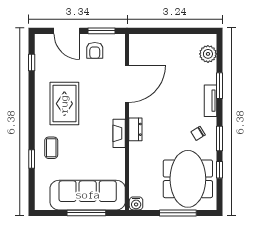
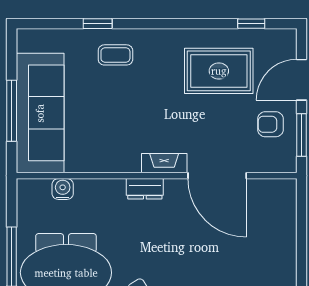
rug: (64, 104) -> (219, 71), moved
fireplace: (119, 133) -> (164, 163), moved
water cooler: (136, 203) -> (63, 189), moved, turned 90

